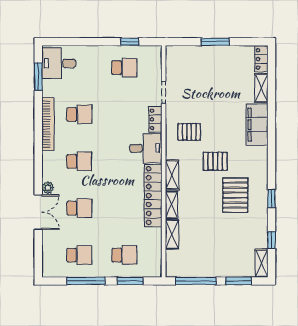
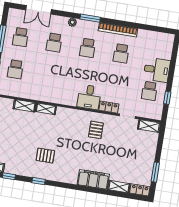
window: (215, 42) -> (155, 172), moved
desk: (59, 63) -> (157, 70), moved, turned 90
window: (38, 77) -> (90, 18), moved
pallet: (215, 161) -> (72, 145), removed
shelving: (172, 175) -> (149, 126), moved
pallet: (235, 195) -> (45, 156), width x0.67, depth x0.71
locker: (153, 196) -> (55, 97), removed
double door: (38, 212) -> (39, 10), moved

